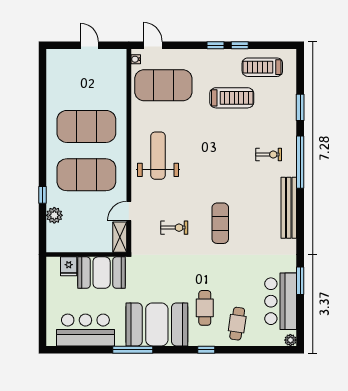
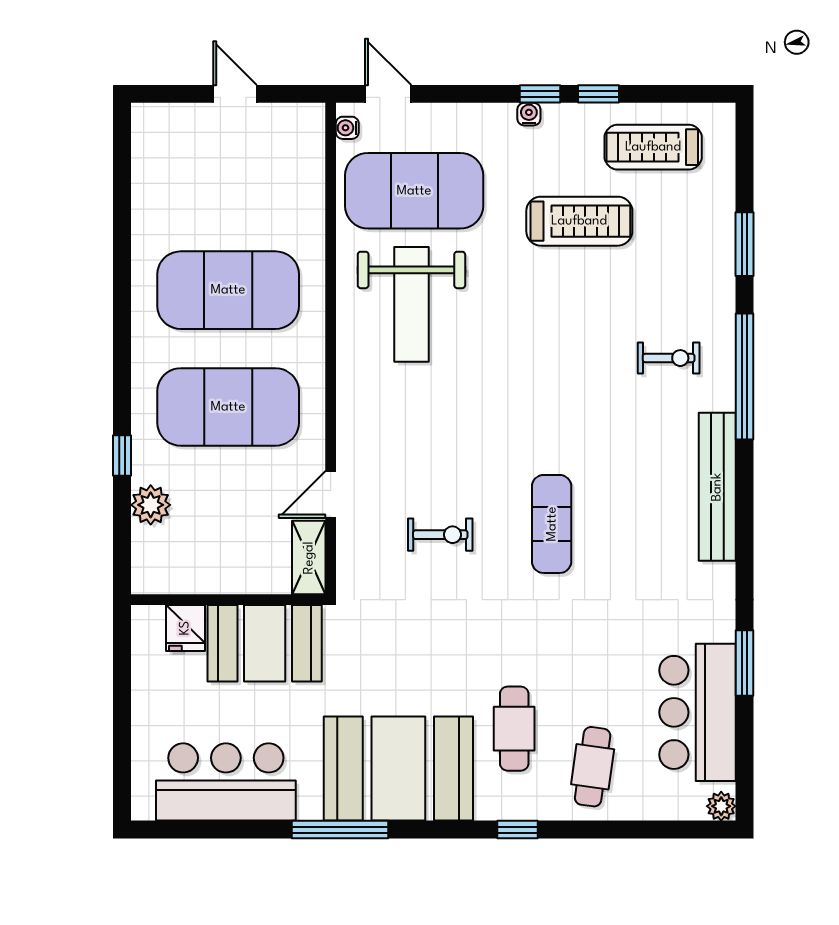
water cooler: (211, 54) -> (529, 114), added
weight bench: (158, 156) -> (411, 304), moved, turned 180

